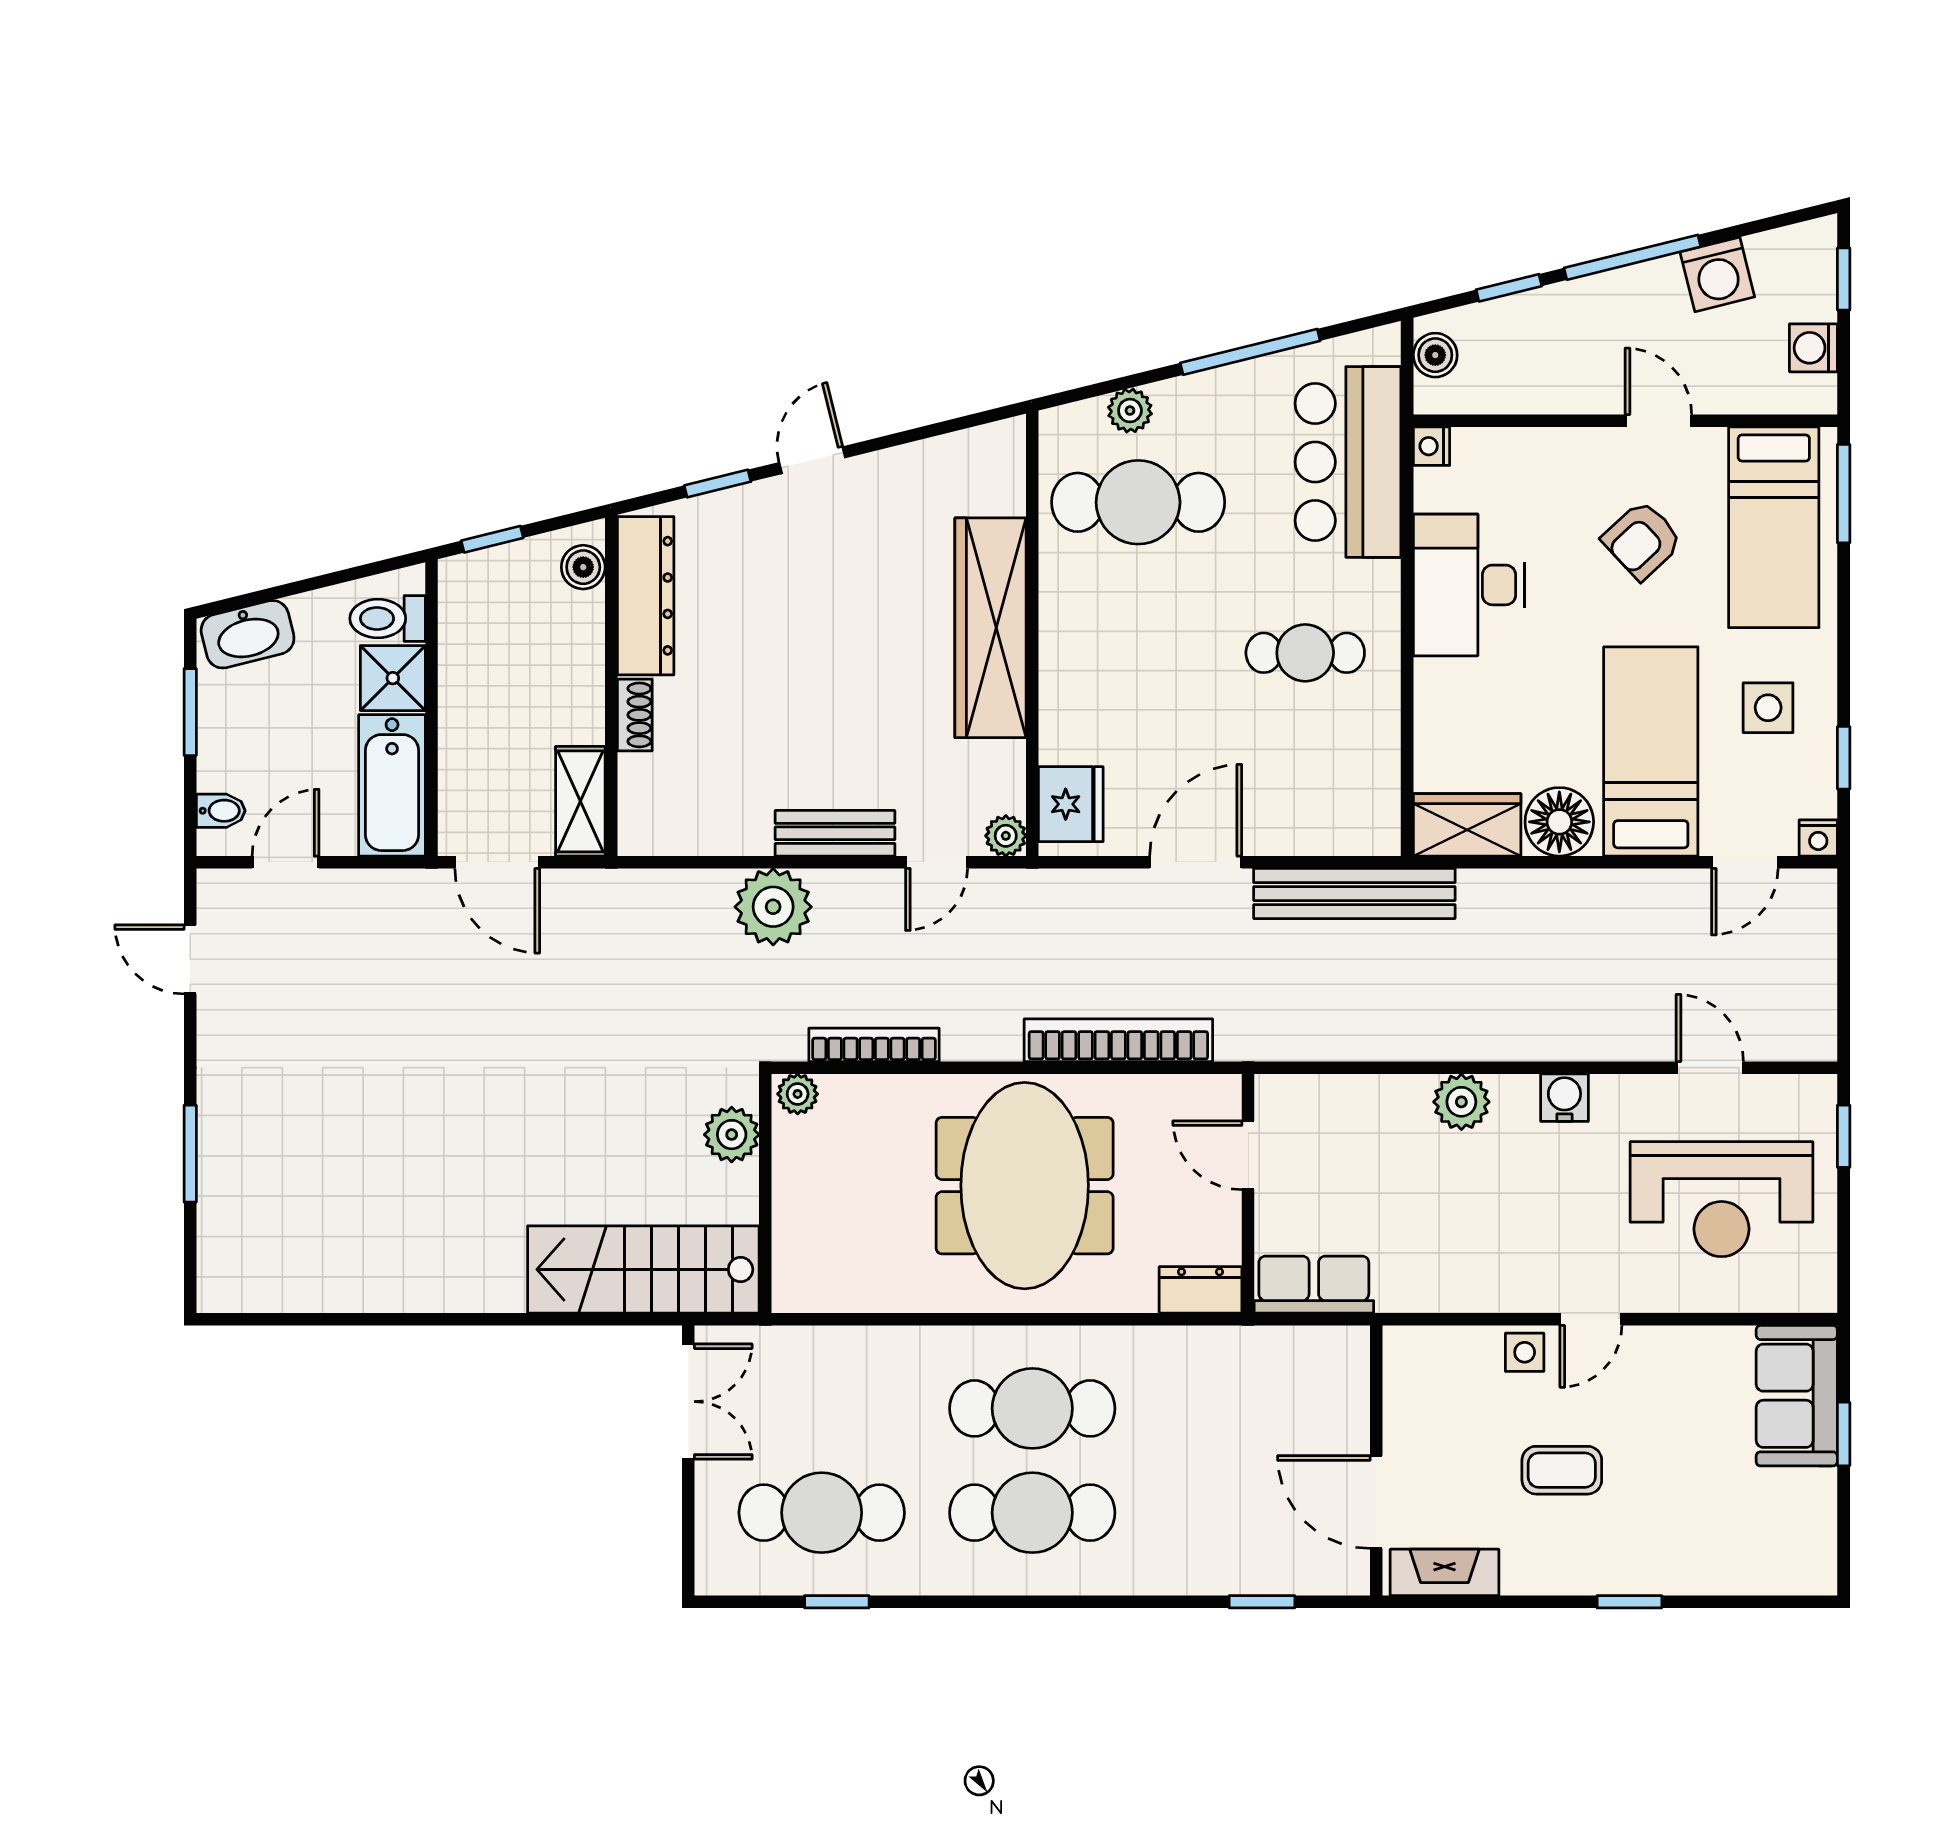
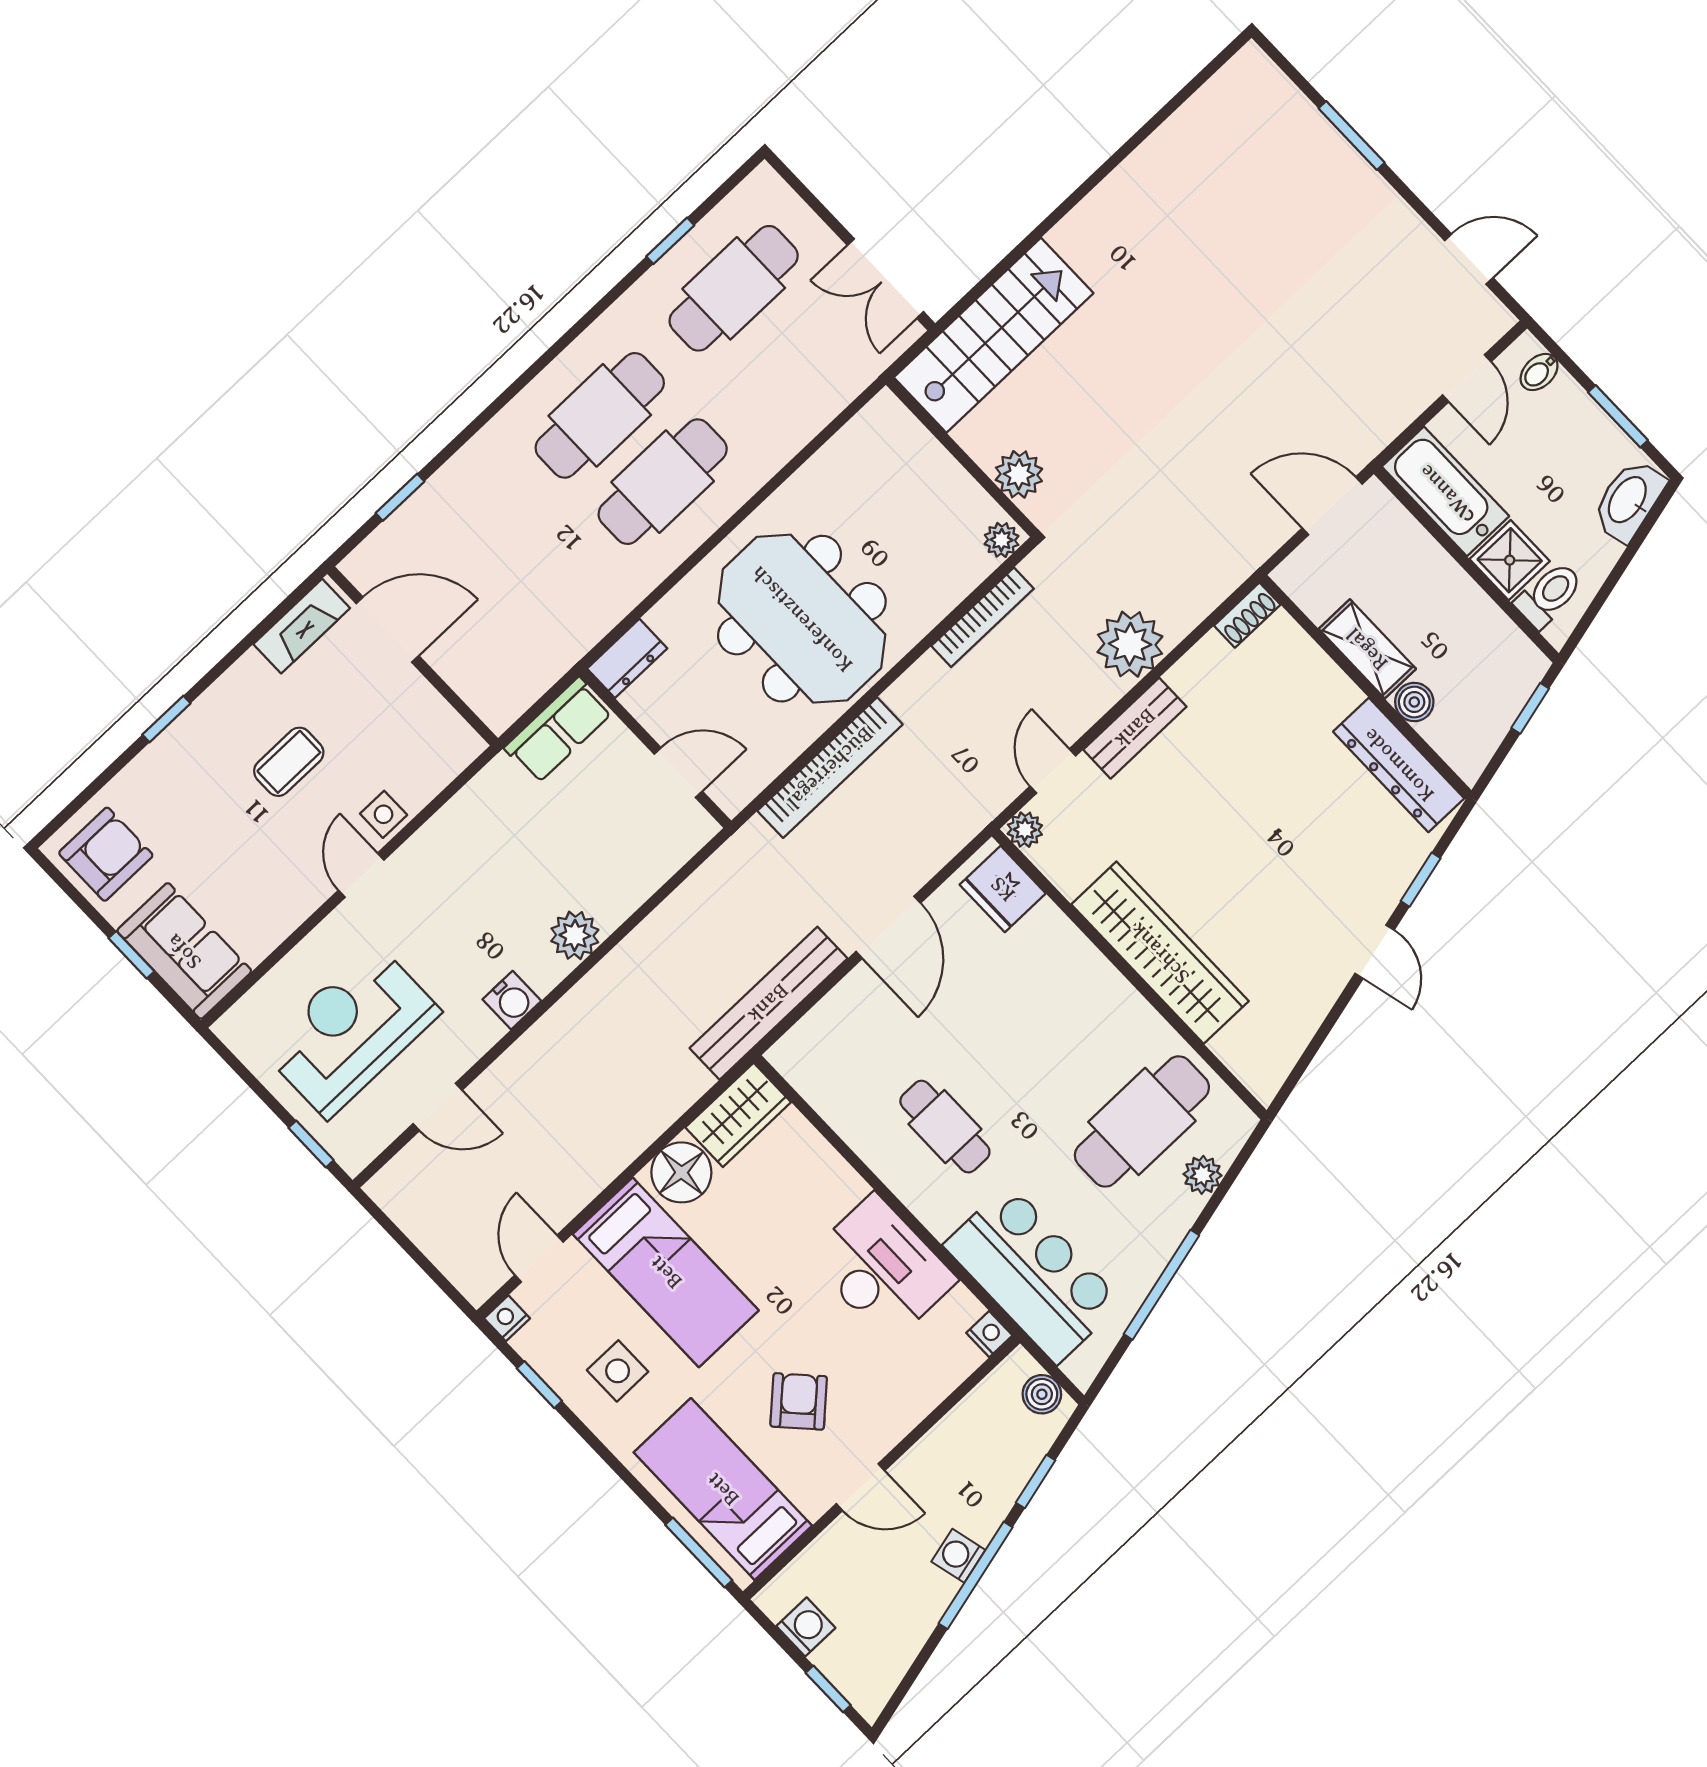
washing machine: (1717, 274) -> (958, 1556), moved, width x0.73, depth x0.73
boiler: (583, 567) -> (1414, 702), moved
cafe table: (1305, 653) -> (945, 1127), turned 90
shoe rack: (635, 715) -> (1247, 615), moved, turned -90
shelving: (580, 801) -> (1367, 649), moved
armchair: (1786, 1537) -> (106, 854), added

